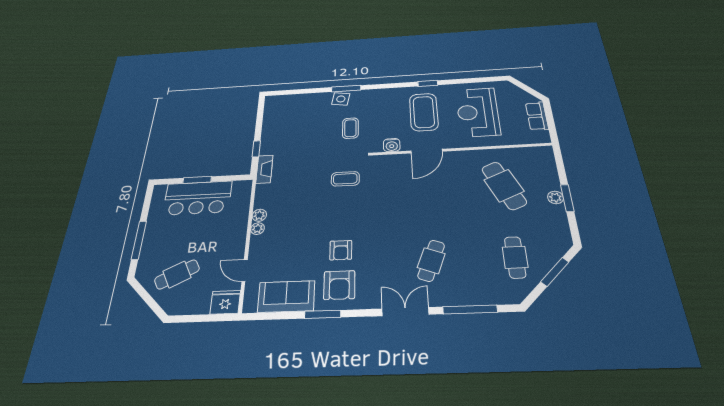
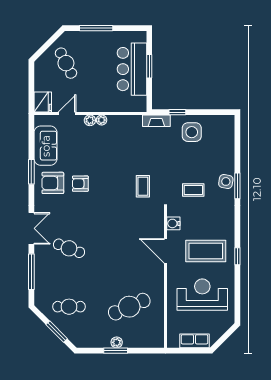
side table: (281, 134) -> (192, 132), added
plant: (259, 215) -> (90, 120), moved

